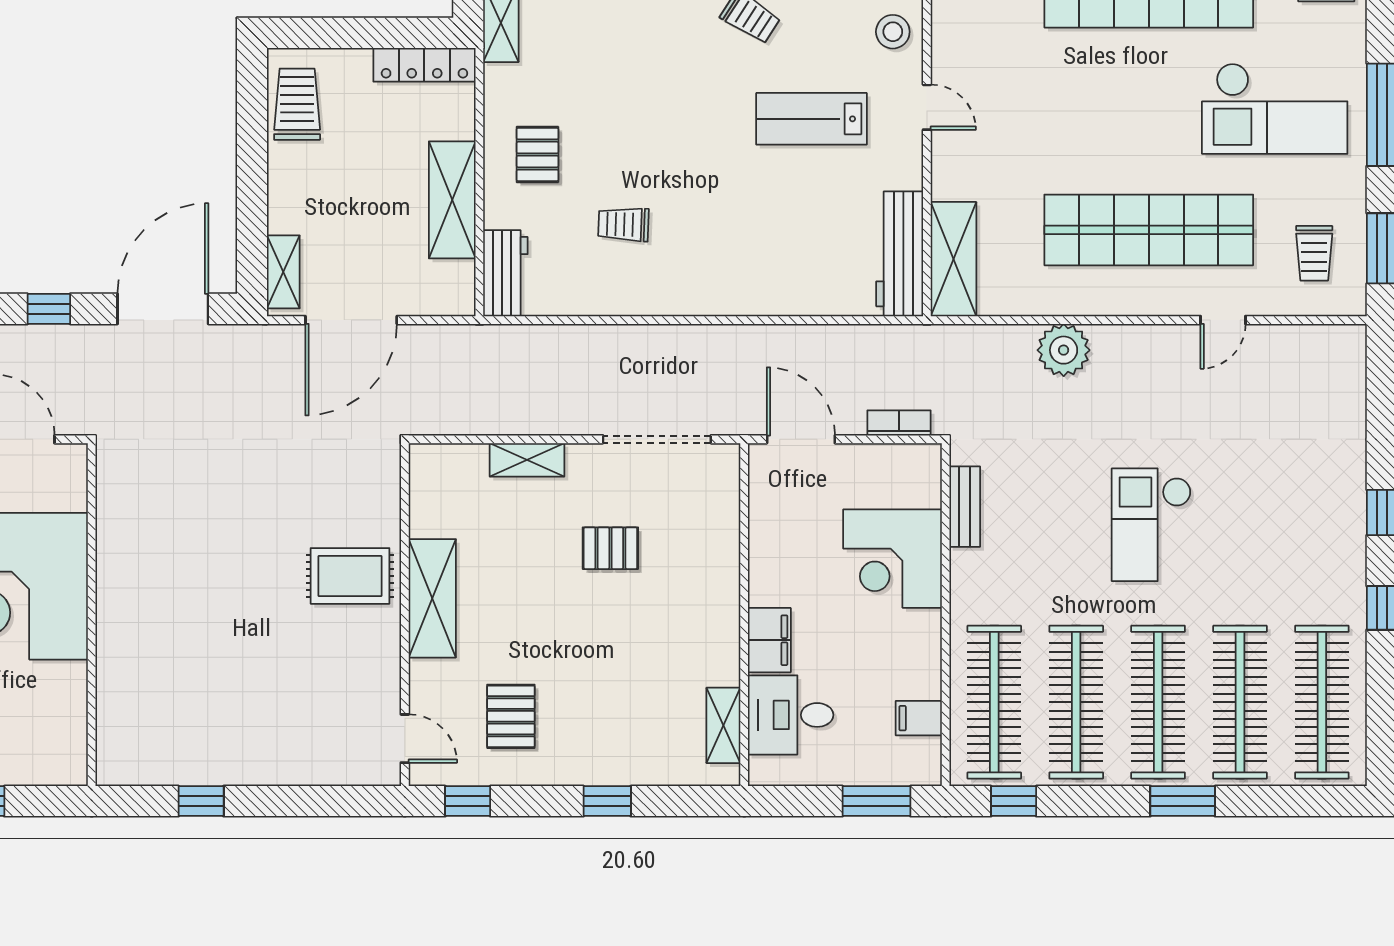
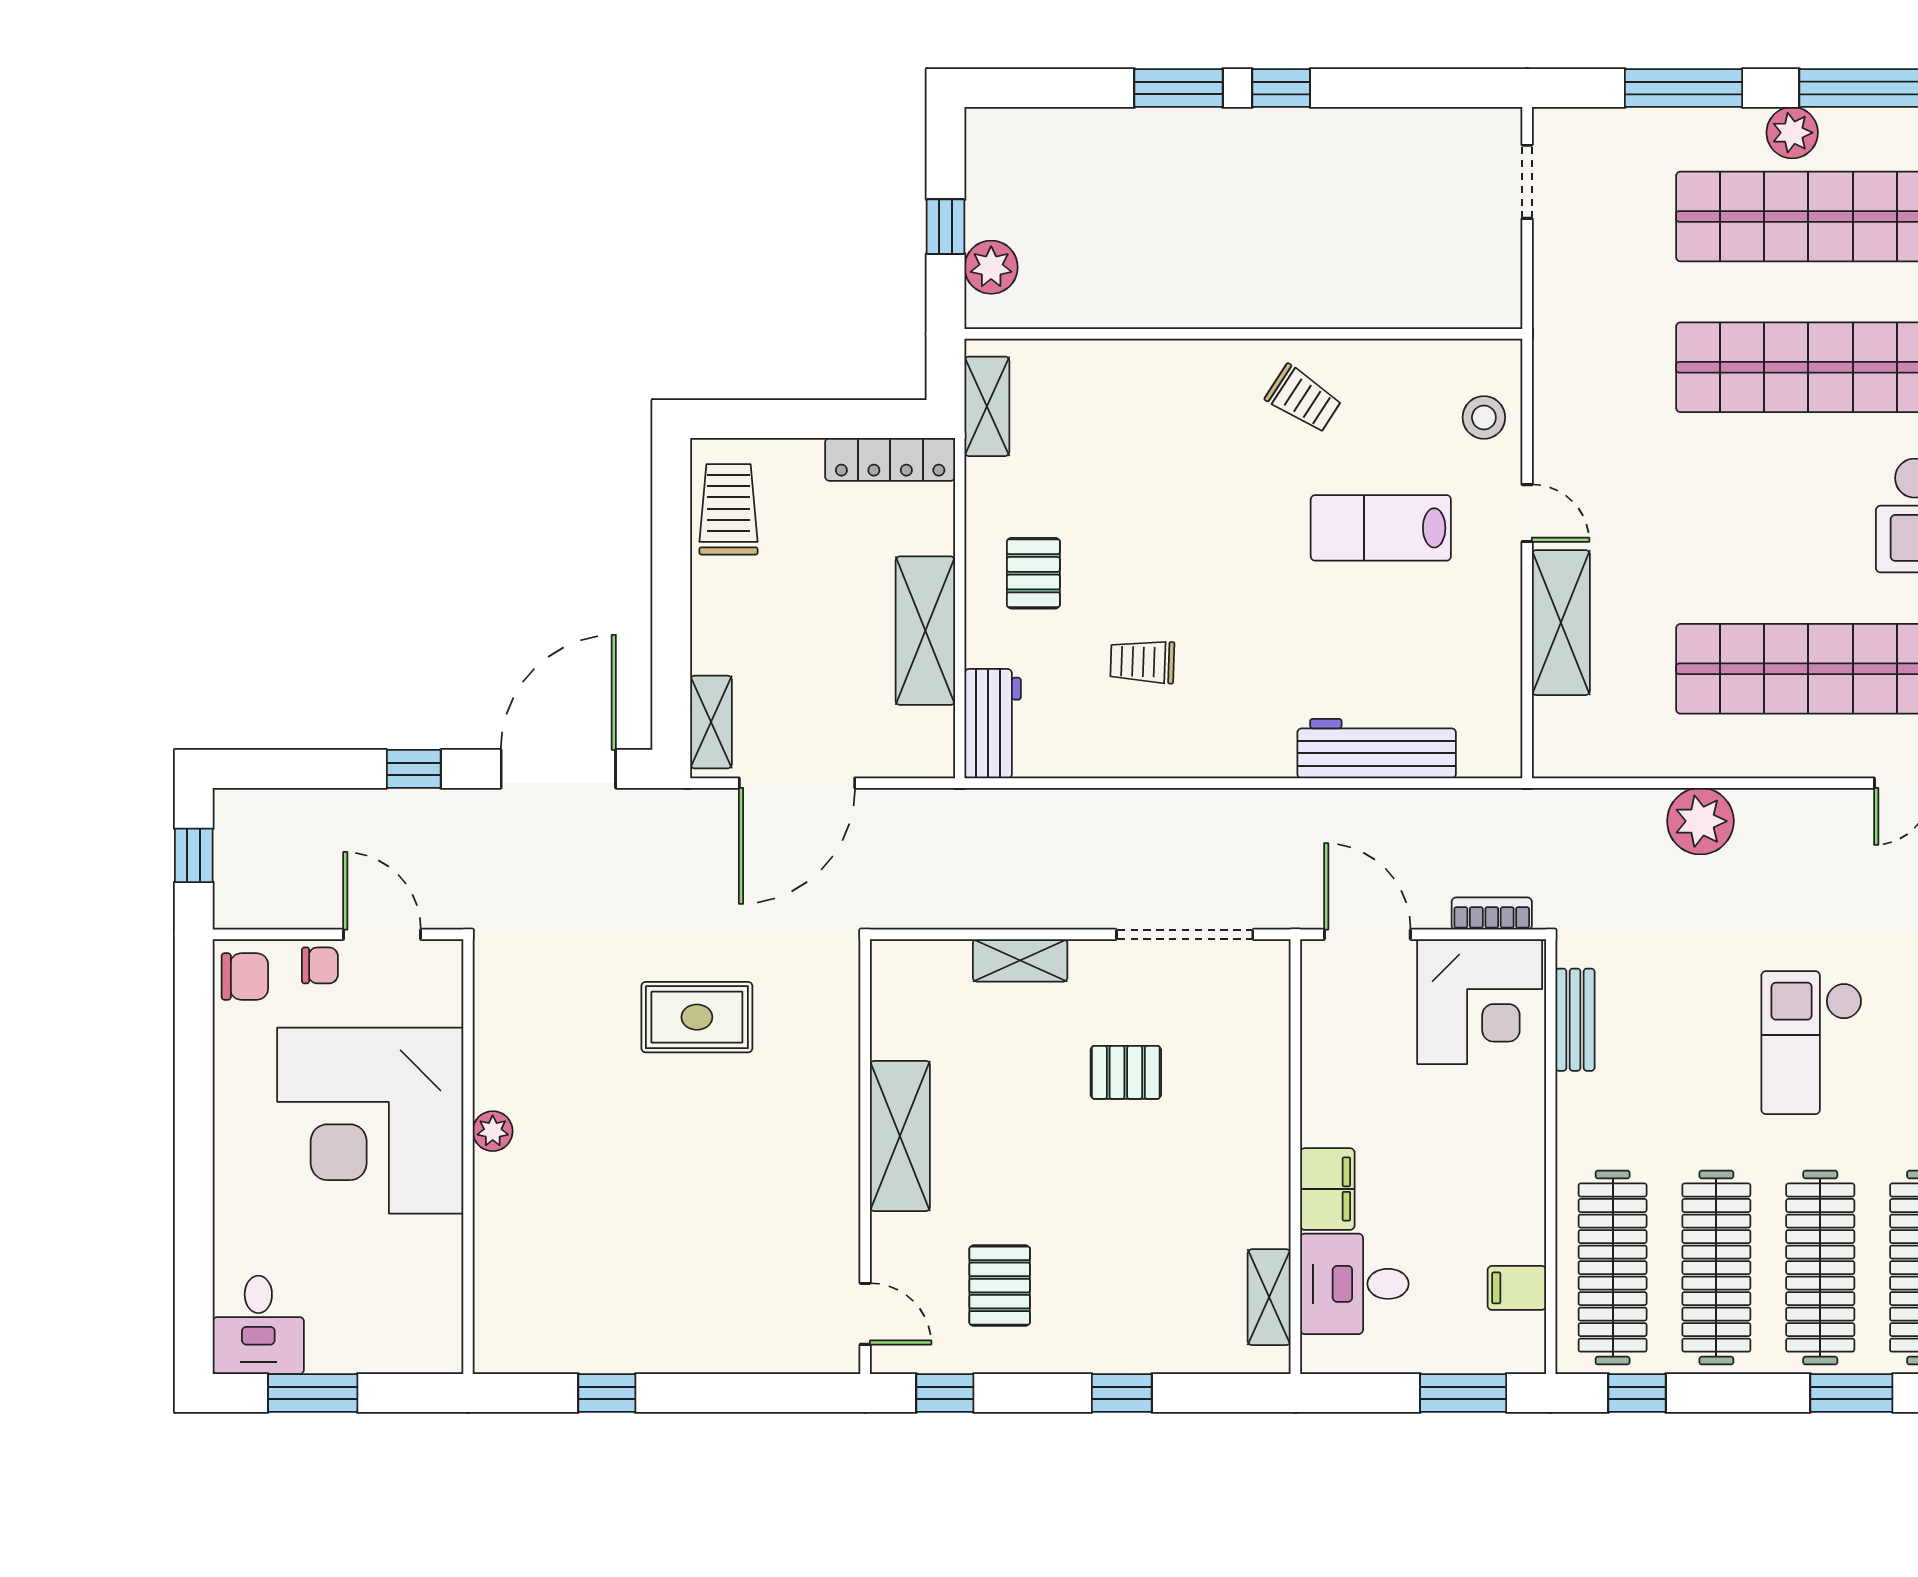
workbench: (900, 254) -> (1377, 749), moved, turned 90
shelving: (953, 259) -> (1561, 623), moved
corner desk: (893, 559) -> (1480, 1002), moved, turned -90
rug: (350, 576) -> (697, 1017), moved
plant: (111, 595) -> (493, 1131), added

